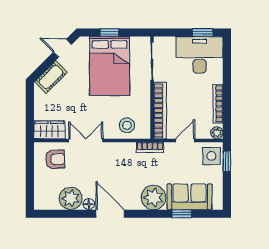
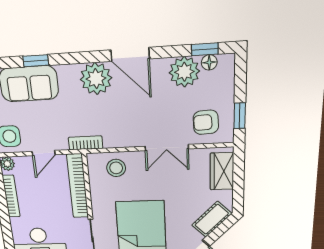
wardrobe: (49, 130) -> (222, 171), moved, turned 90
window: (30, 163) -> (240, 116), added
plant: (154, 198) -> (96, 79), moved
floor lamp: (89, 204) -> (209, 62), moved
window: (56, 214) -> (205, 49), added

